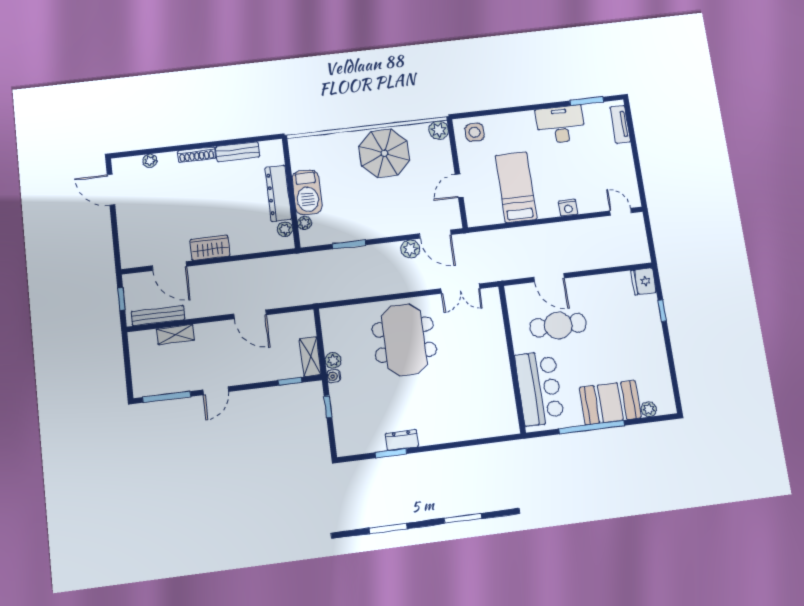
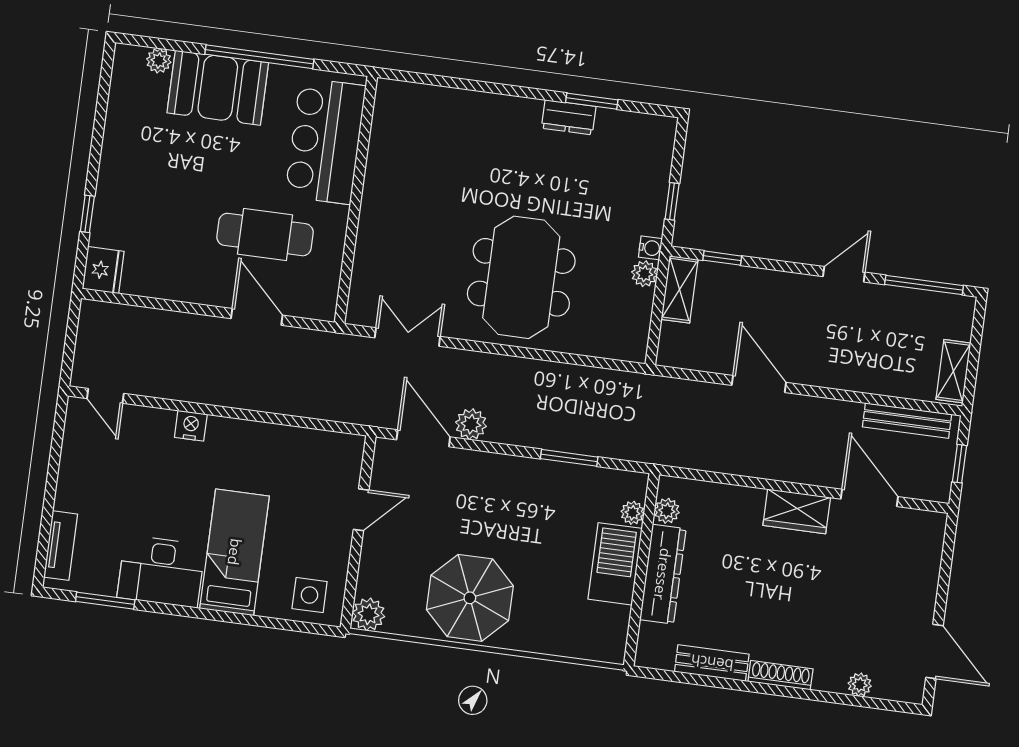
bed: (516, 187) -> (235, 552), moved, turned 180
shelving: (175, 334) -> (953, 371), moved, turned 90

